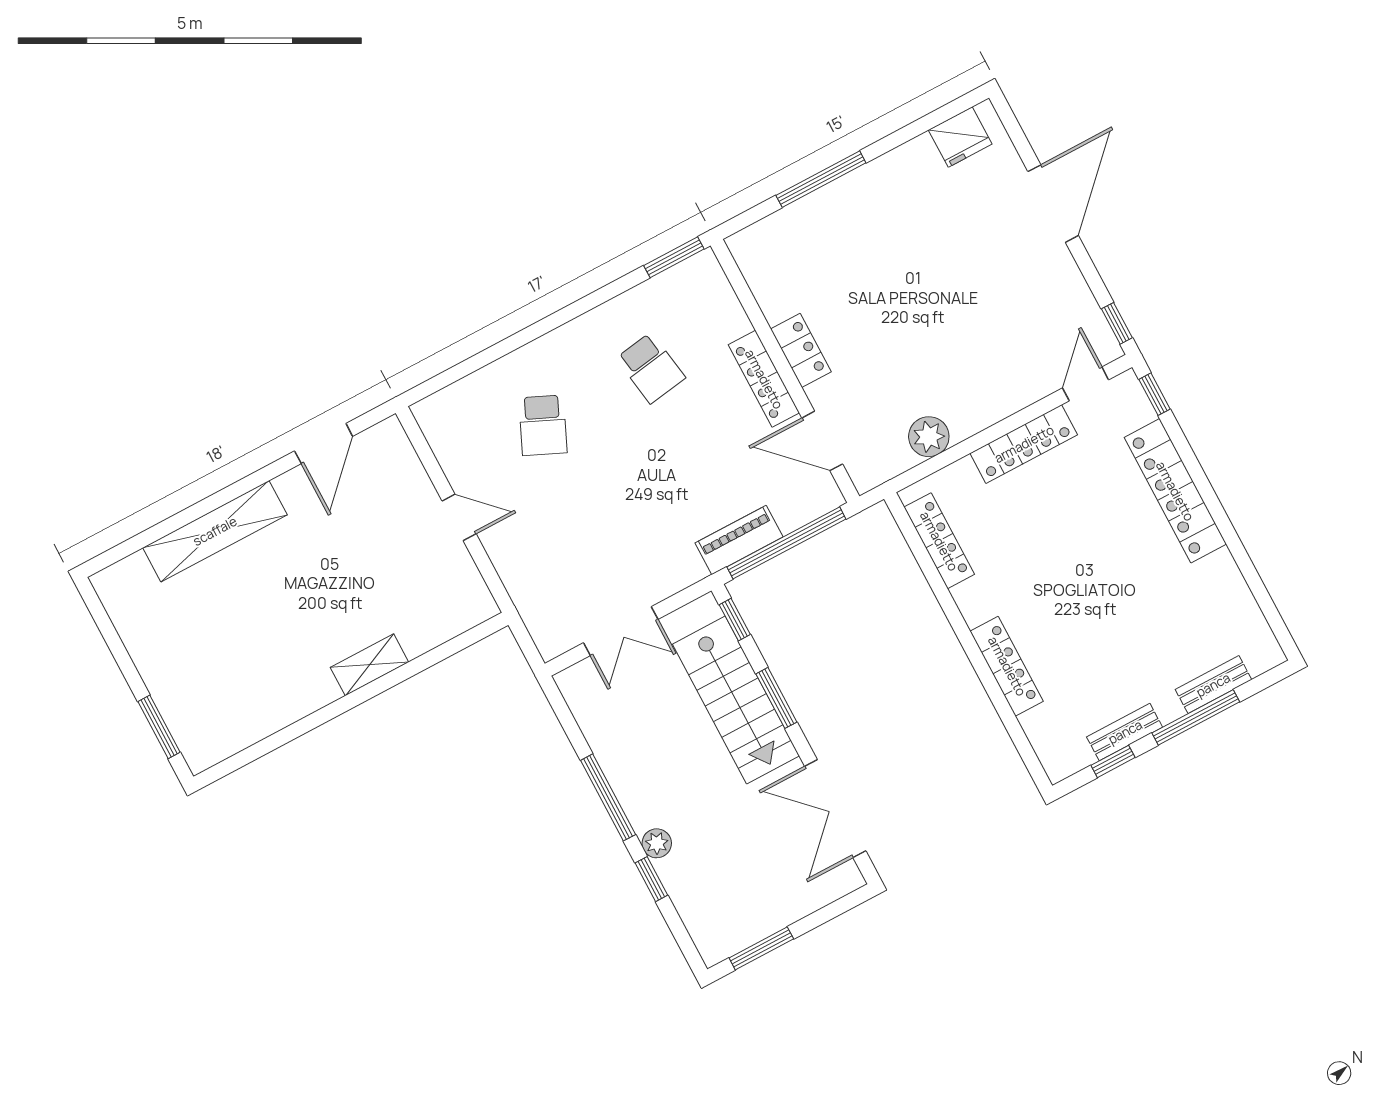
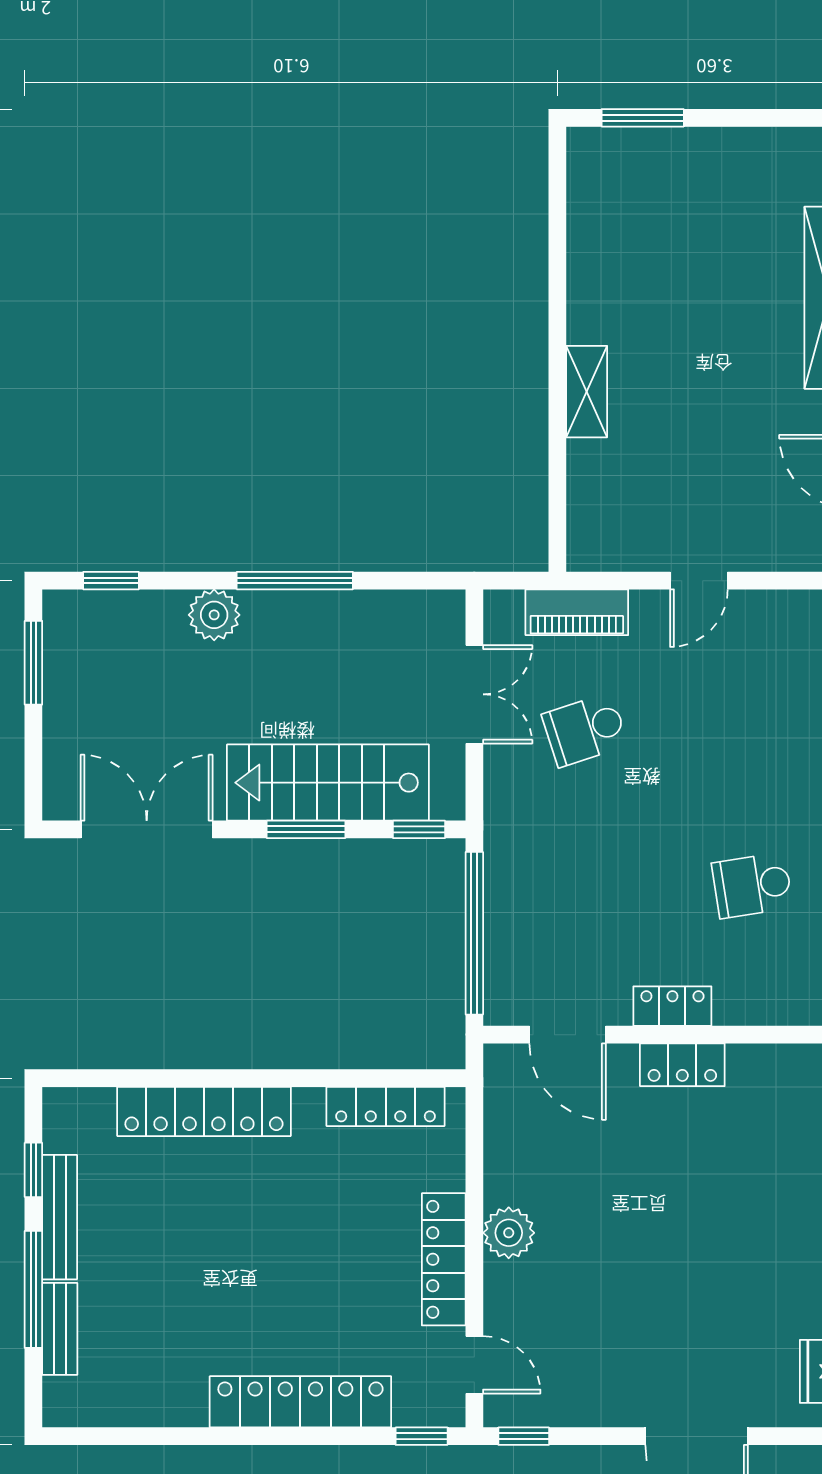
locker: (764, 379) -> (672, 1006), width x0.66
school desk: (543, 425) -> (585, 730), moved, turned -42
plant: (929, 437) -> (509, 1233), moved
door: (822, 441) -> (568, 1035), swing flipped
piano: (739, 540) -> (577, 612), moved, turned 90
double door: (621, 631) -> (474, 694), swing flipped
locker: (1007, 666) -> (204, 1112), width x1.41, depth x1.21
bench: (1125, 732) -> (60, 1217), width x1.36
plant: (657, 843) -> (214, 615), width x1.38, depth x1.38
window: (651, 879) -> (111, 581), moved

